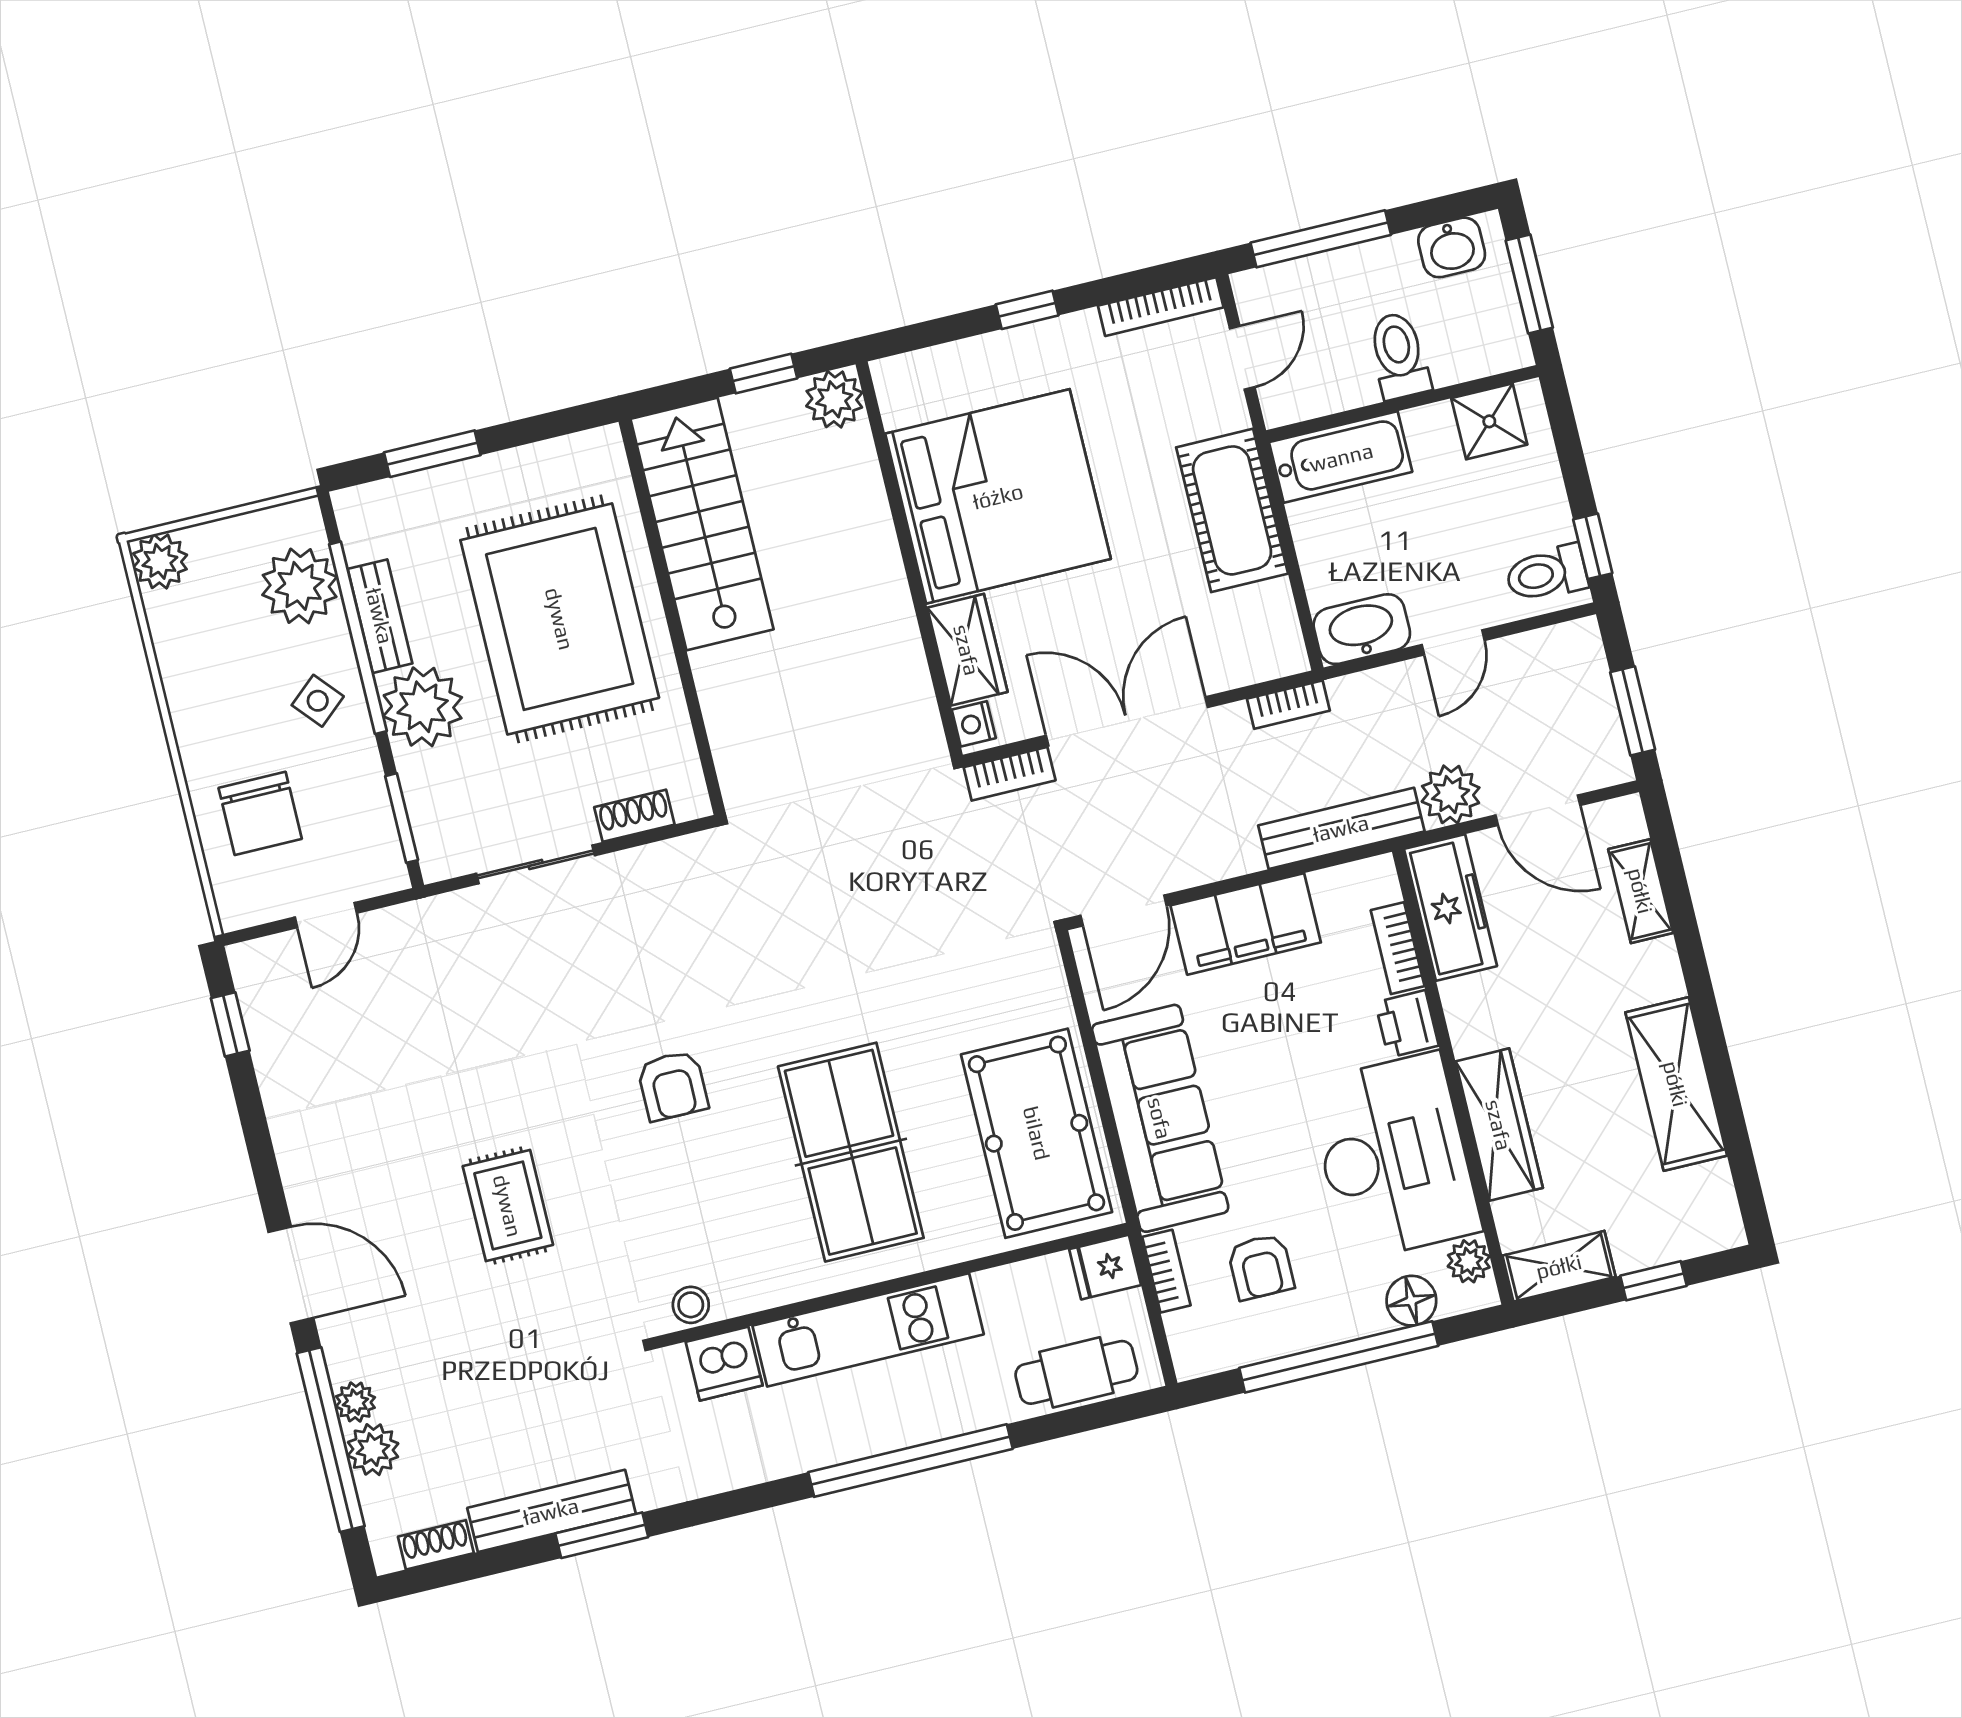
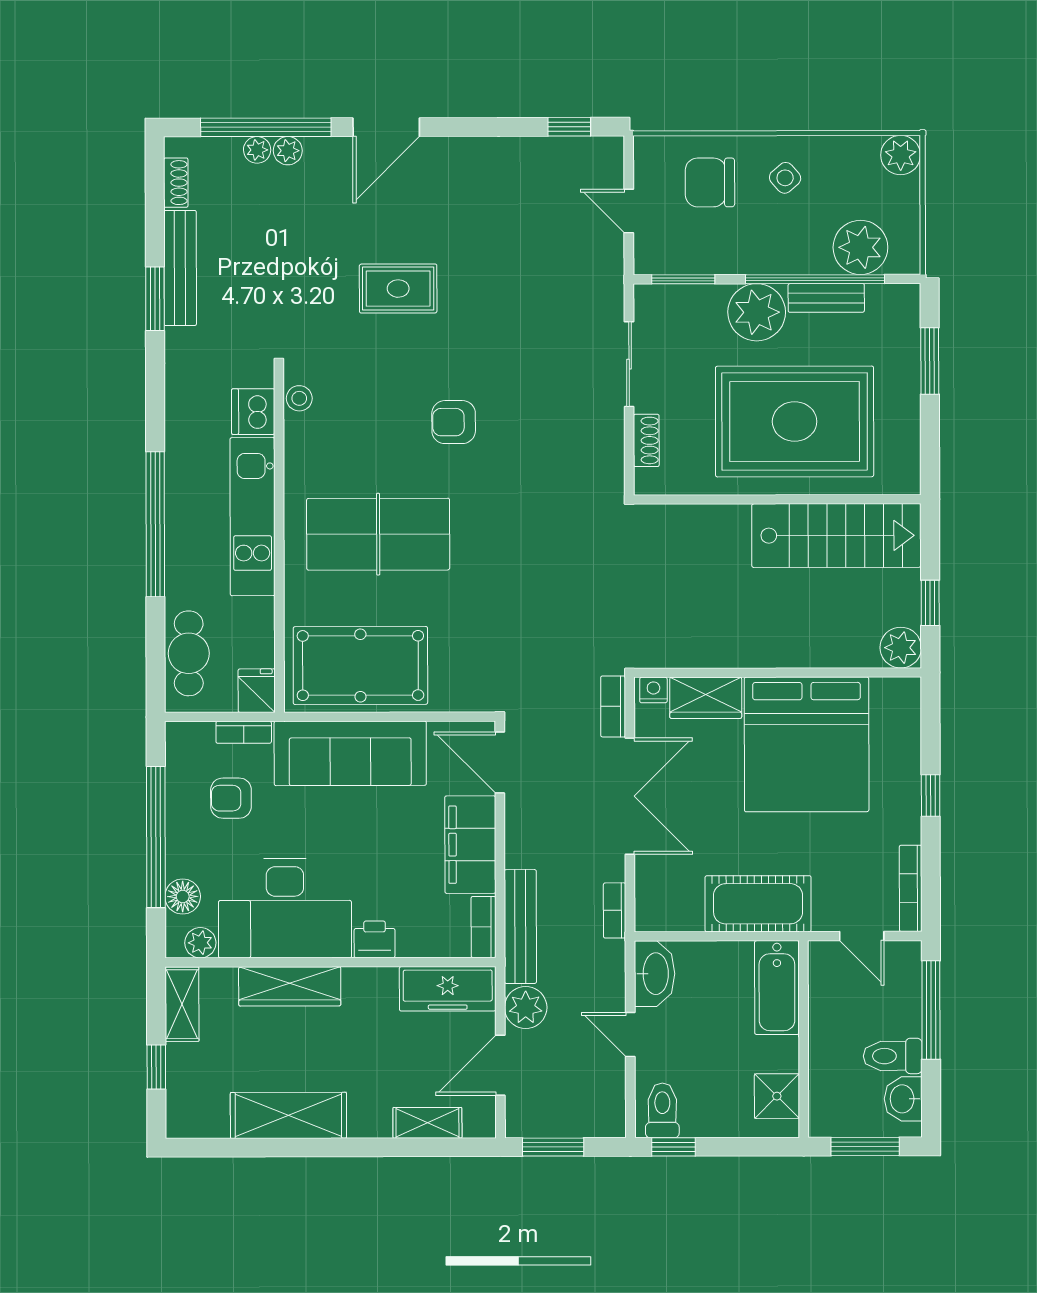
toilet: (1399, 356) -> (893, 1056), moved, turned 180
side table: (318, 701) -> (785, 178), moved
bookcase: (1398, 948) -> (483, 927), moved, turned -90
plant: (373, 1450) -> (257, 150), width x0.73, depth x0.73

